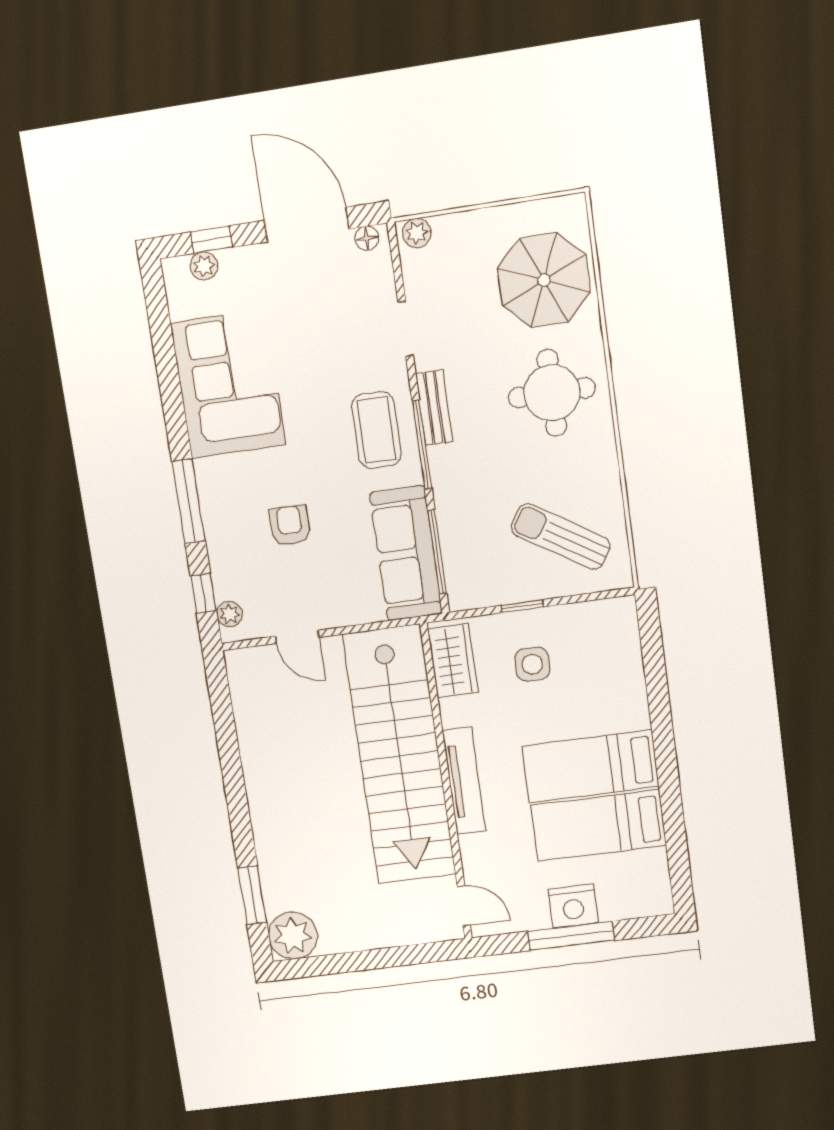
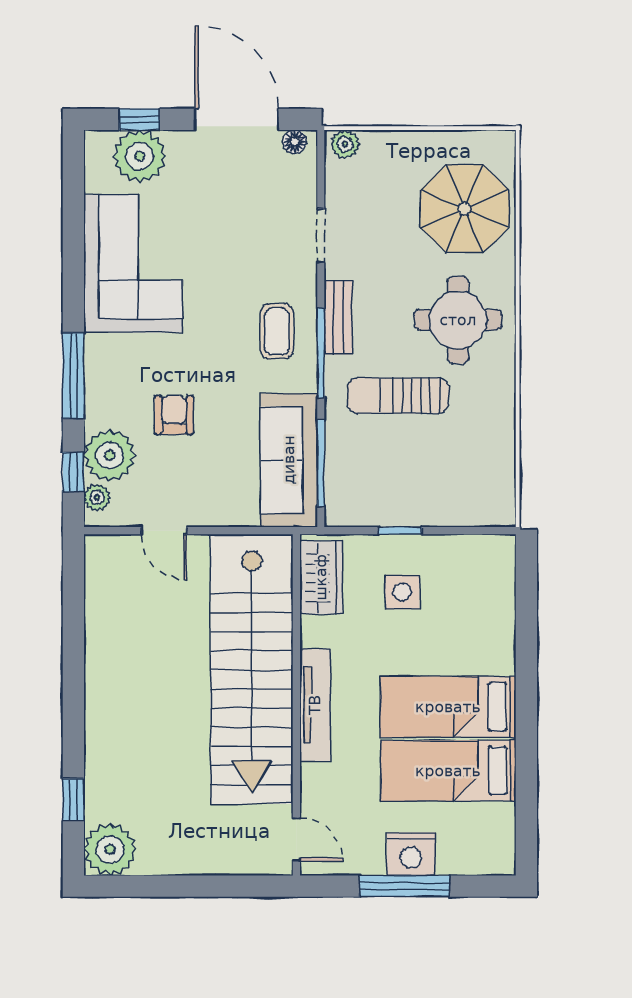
plant: (204, 266) -> (140, 156), width x1.88, depth x1.88
coffee table: (376, 430) -> (277, 331), width x0.73, depth x0.77
sun lounger: (561, 537) -> (398, 396), moved, turned -32
plant: (235, 573) -> (110, 455), added
window: (252, 895) -> (73, 800), width x0.67

